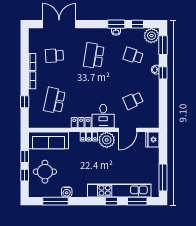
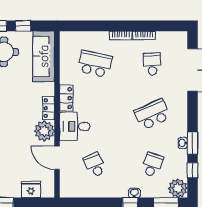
school desk: (94, 56) -> (152, 114), turned -33
window: (25, 102) -> (93, 26), removed
fridge: (152, 139) -> (31, 189), moved

